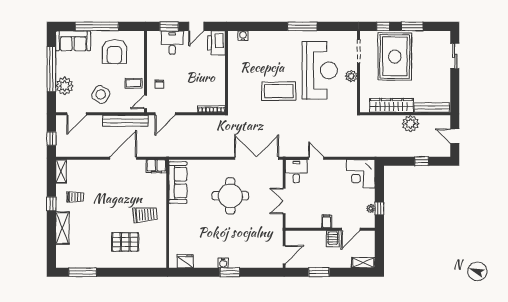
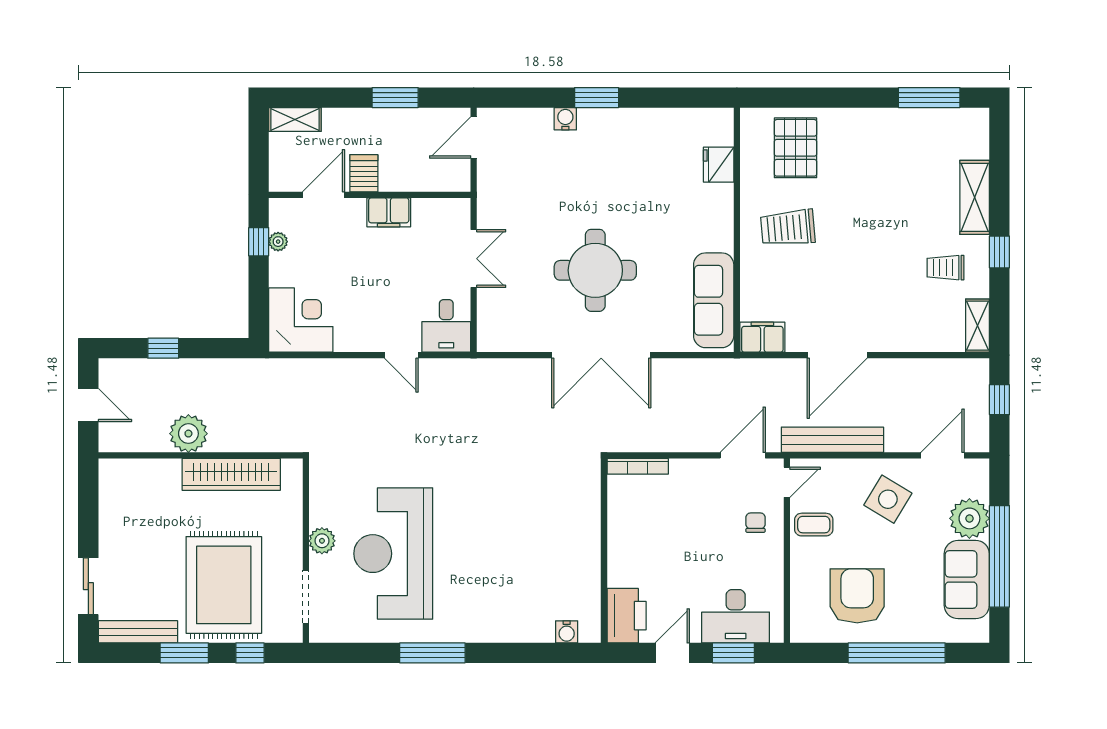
sofa: (73, 41) -> (967, 580), moved, turned -90
desk: (172, 43) -> (736, 616), width x1.37
coffee table: (279, 91) -> (486, 507), removed
bench: (432, 108) -> (138, 632), moved
double door: (257, 158) -> (601, 355), moved
filing cabinet: (327, 221) -> (389, 212), width x2.00
pallet: (125, 242) -> (796, 148), moved, turned 90
fridge: (185, 261) -> (719, 165), moved, turned 90
water cooler: (223, 263) -> (565, 119), moved

